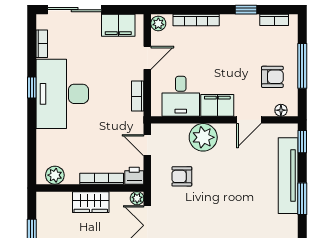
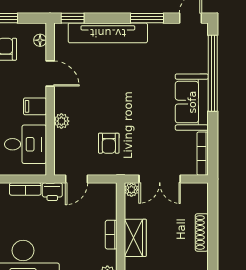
filing cabinet: (217, 105) -> (35, 106), width x0.50
plant: (203, 137) -> (61, 121), width x0.53, depth x0.53
printer: (134, 176) -> (52, 192), moved, turned -90
bookcase: (102, 179) -> (111, 235), width x0.64
window: (302, 199) -> (147, 18), moved

